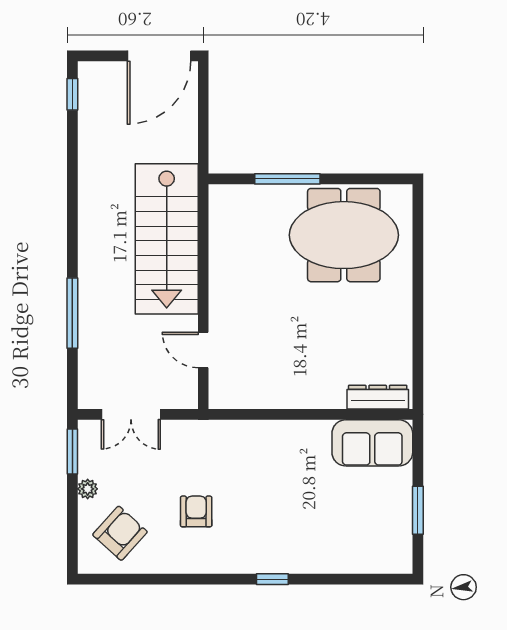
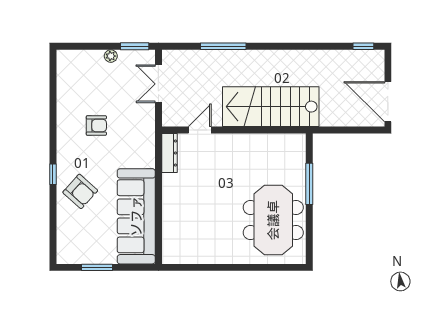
dresser: (378, 397) -> (169, 153), moved
sofa: (372, 443) -> (136, 216), width x1.85, depth x1.27
armchair: (120, 533) -> (80, 191), moved

